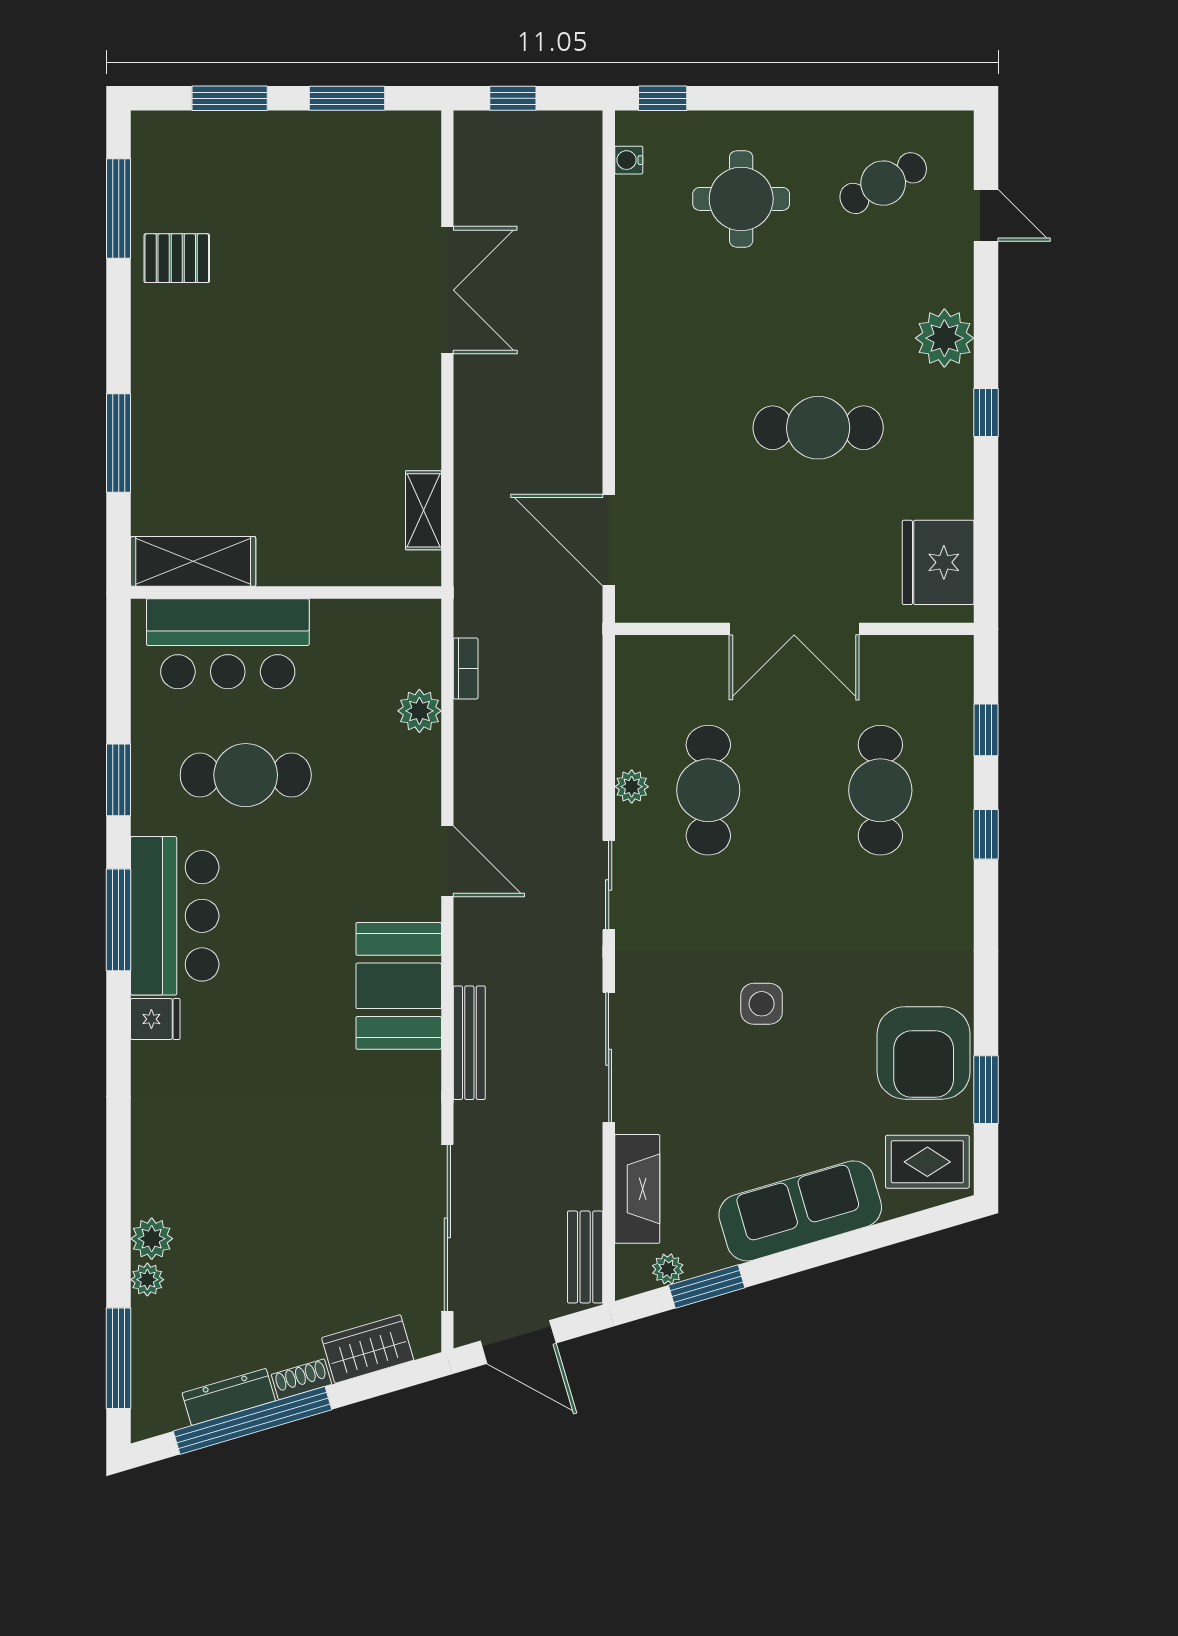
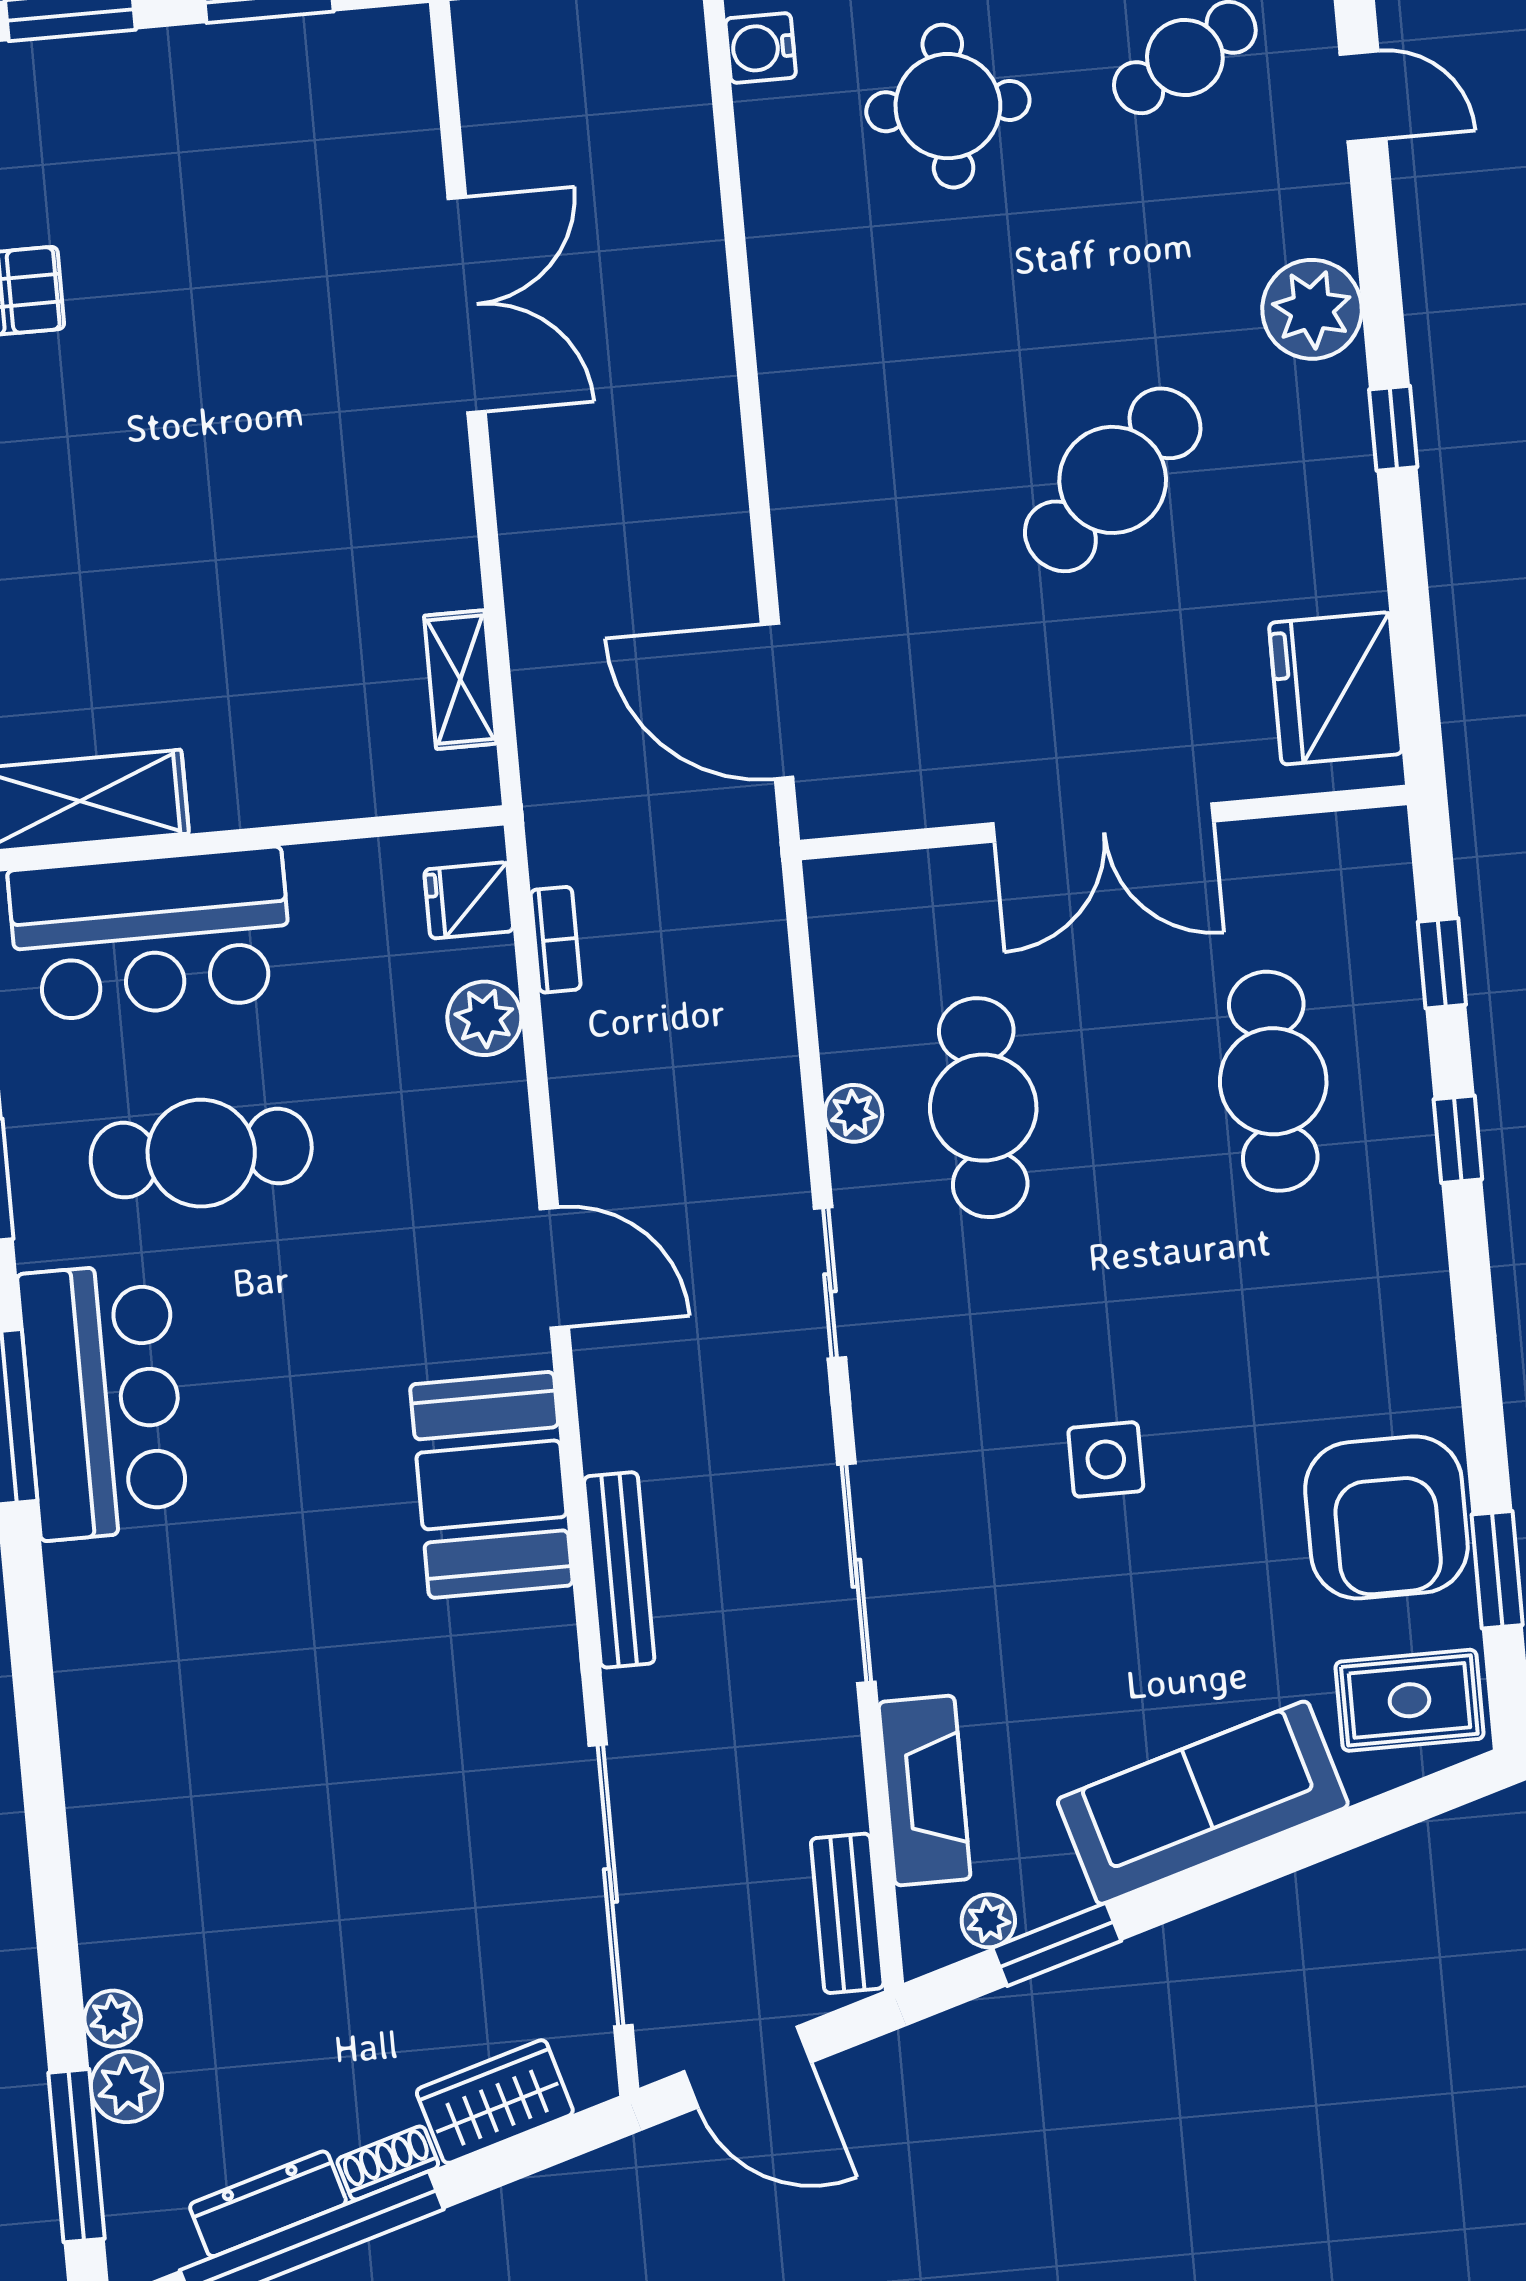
water cooler: (629, 160) -> (761, 48), width x1.38, depth x1.38
cafe table: (818, 428) -> (1113, 480), turned -42
fridge: (155, 1019) -> (469, 900), moved, turned 180
plant: (152, 1239) -> (126, 2087), moved

